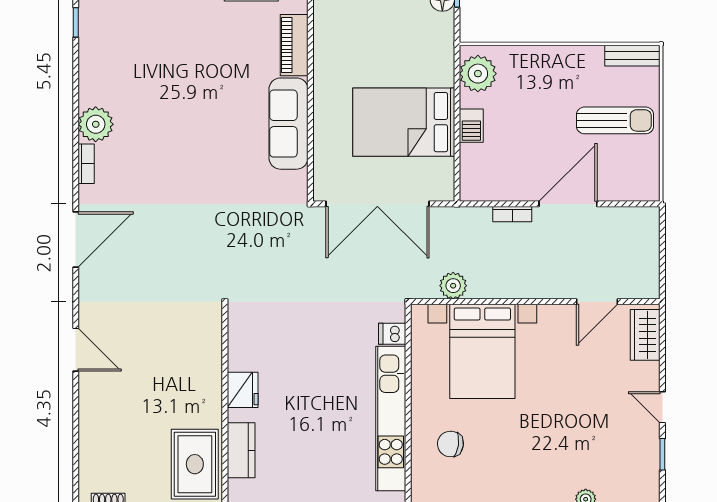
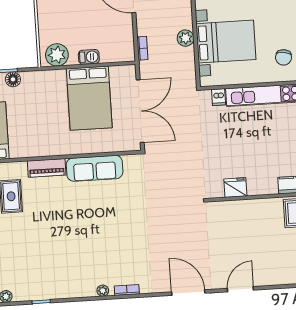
plant: (96, 124) -> (103, 291), width x0.53, depth x0.53
bookcase: (512, 214) -> (142, 48), moved
door: (76, 240) -> (188, 292), moved
plant: (453, 286) -> (186, 38), moved
fridge: (243, 390) -> (235, 188), moved

